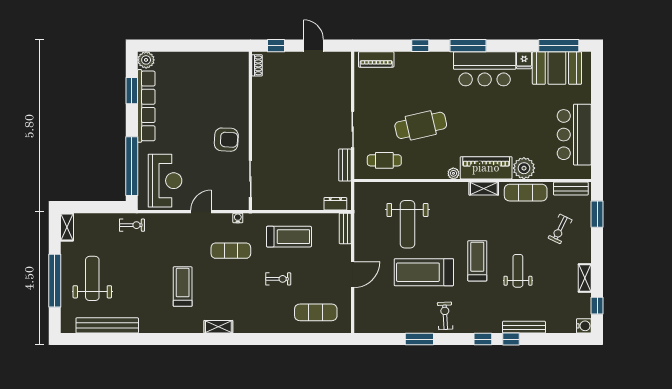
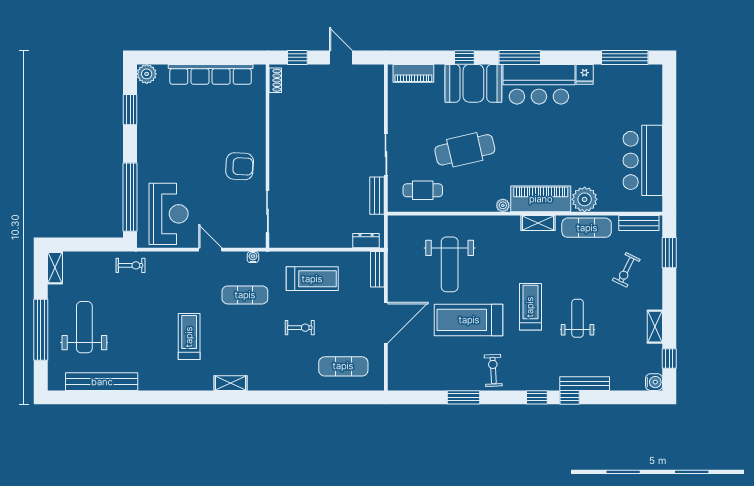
booth: (557, 68) -> (473, 83), moved
row of seats: (146, 106) -> (211, 74), moved, turned 90
door: (201, 212) -> (210, 250), hinge flipped
door: (353, 275) -> (386, 323), width x1.36

